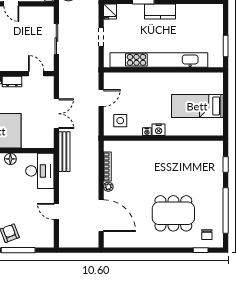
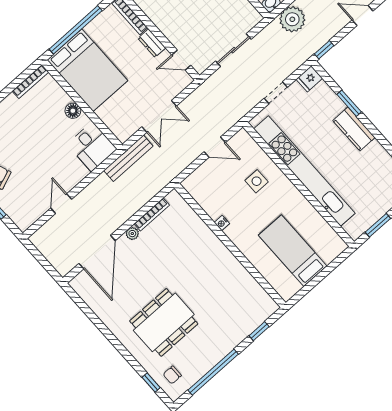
door: (36, 74) -> (181, 60), swing flipped
side table: (120, 121) -> (257, 181), moved
nightstand: (159, 130) -> (234, 233), removed
desk: (40, 171) -> (92, 147), width x0.73
dining table: (173, 213) -> (164, 322), turned 90

